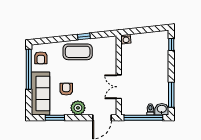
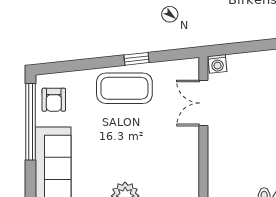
double door: (119, 87) -> (203, 103), moved
armchair: (66, 89) -> (103, 160), removed

